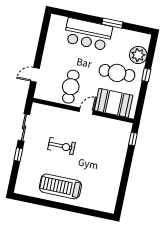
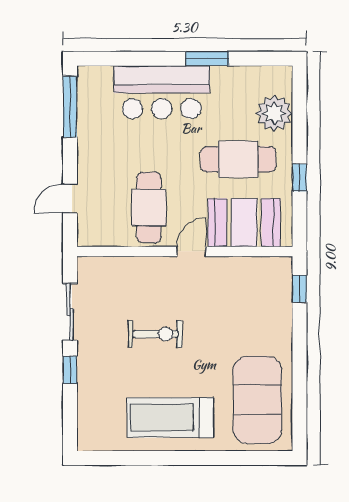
window: (44, 32) -> (70, 107), added
window: (146, 75) -> (299, 178), moved
exercise mat: (103, 187) -> (257, 400), added

